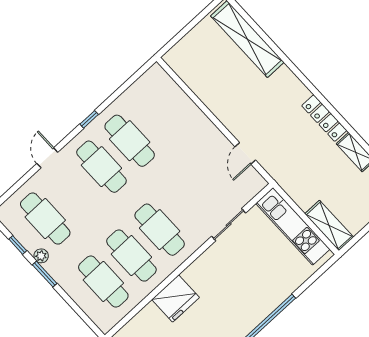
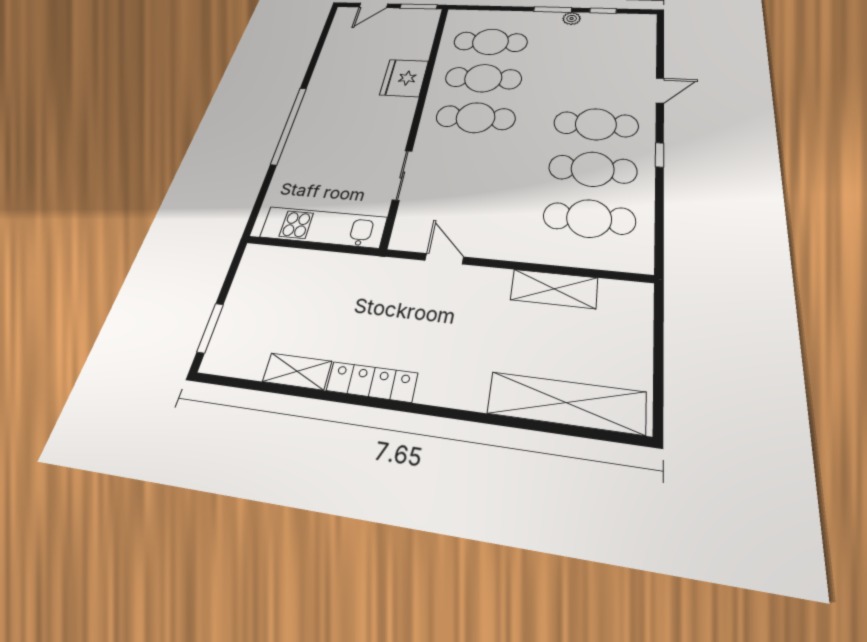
door: (47, 158) -> (660, 90), hinge flipped
cafe table: (45, 219) -> (589, 218), moved
shelving: (329, 225) -> (554, 289), moved

